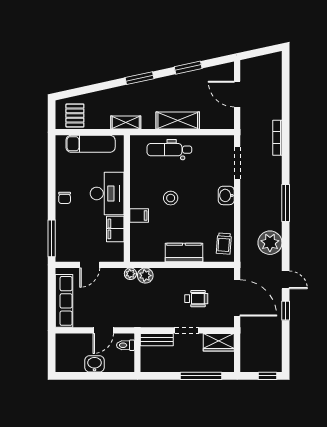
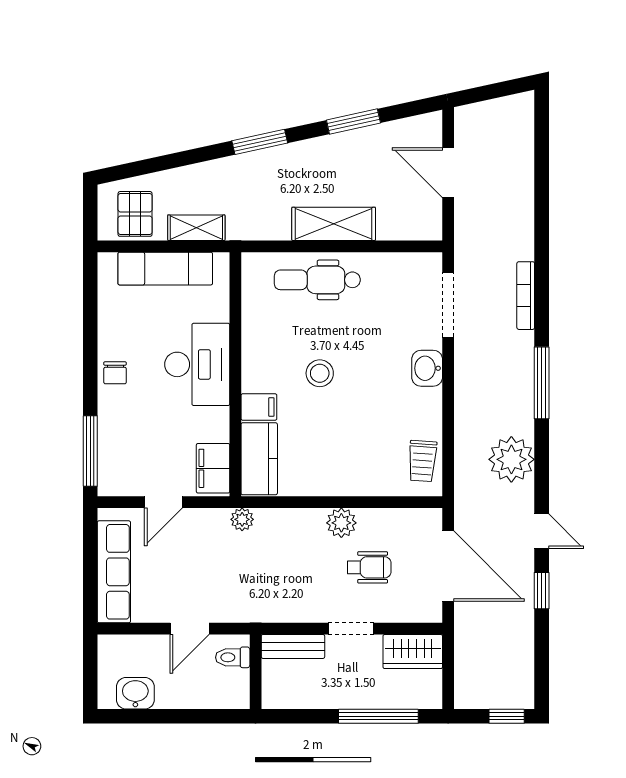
shelving: (126, 123) -> (196, 228), moved
bookcase: (277, 138) -> (526, 296), moved
filing cabinet: (115, 229) -> (213, 468), moved
kitchen counter: (184, 252) -> (259, 459), moved, turned 90
plant: (145, 276) -> (341, 523), moved
washbasin: (95, 364) -> (135, 693), moved

